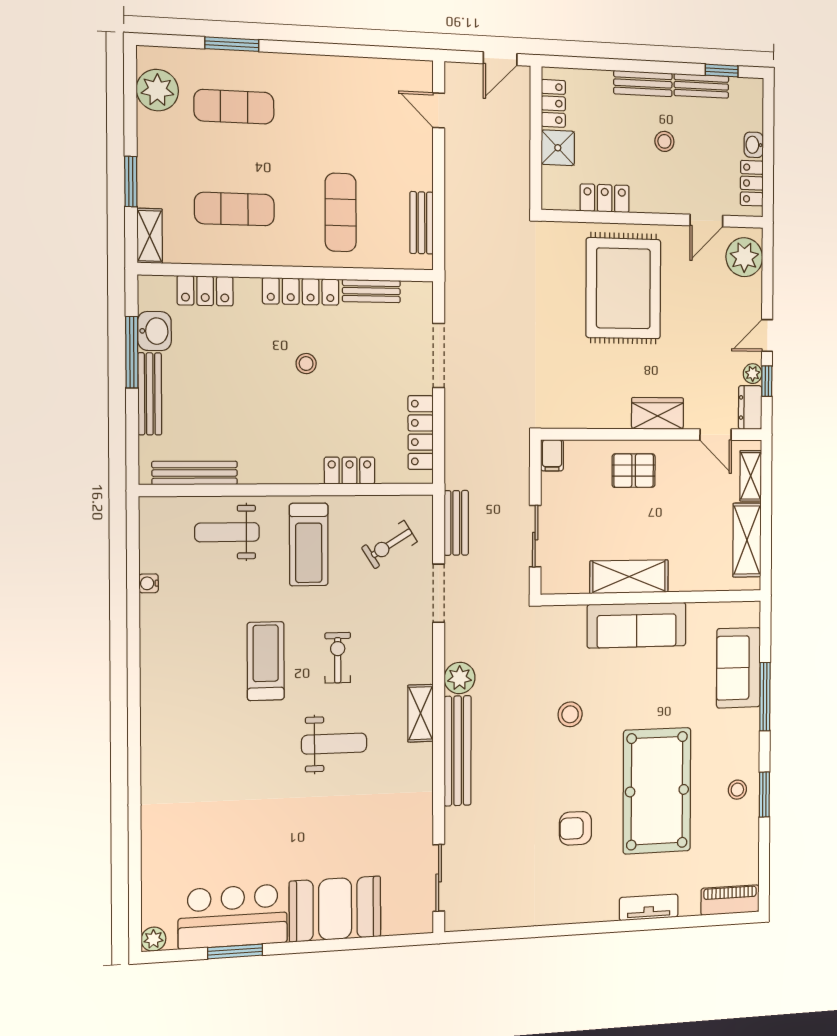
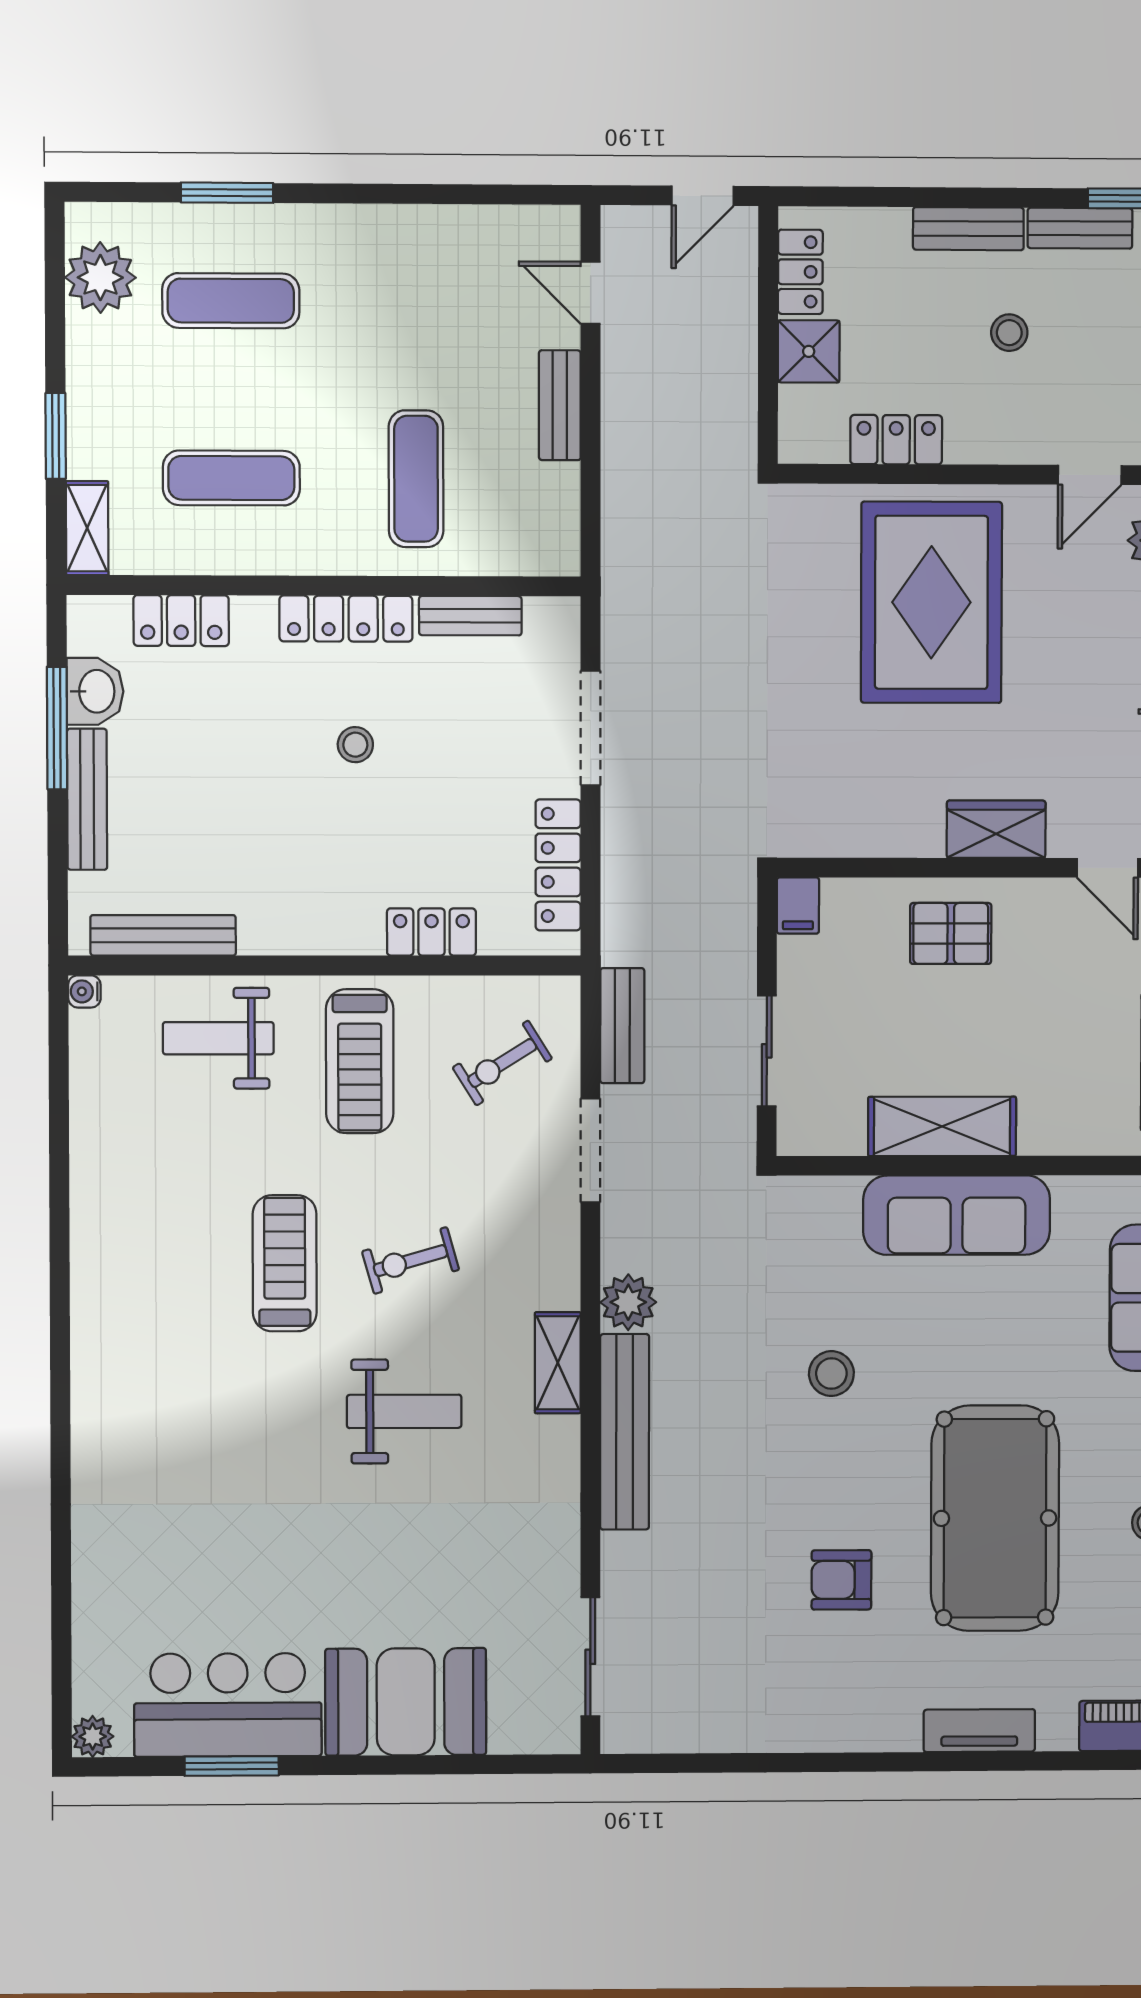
bench: (421, 223) -> (560, 405), moved
water cooler: (149, 583) -> (84, 991), moved
exercise bike: (338, 658) -> (411, 1261), turned -106

